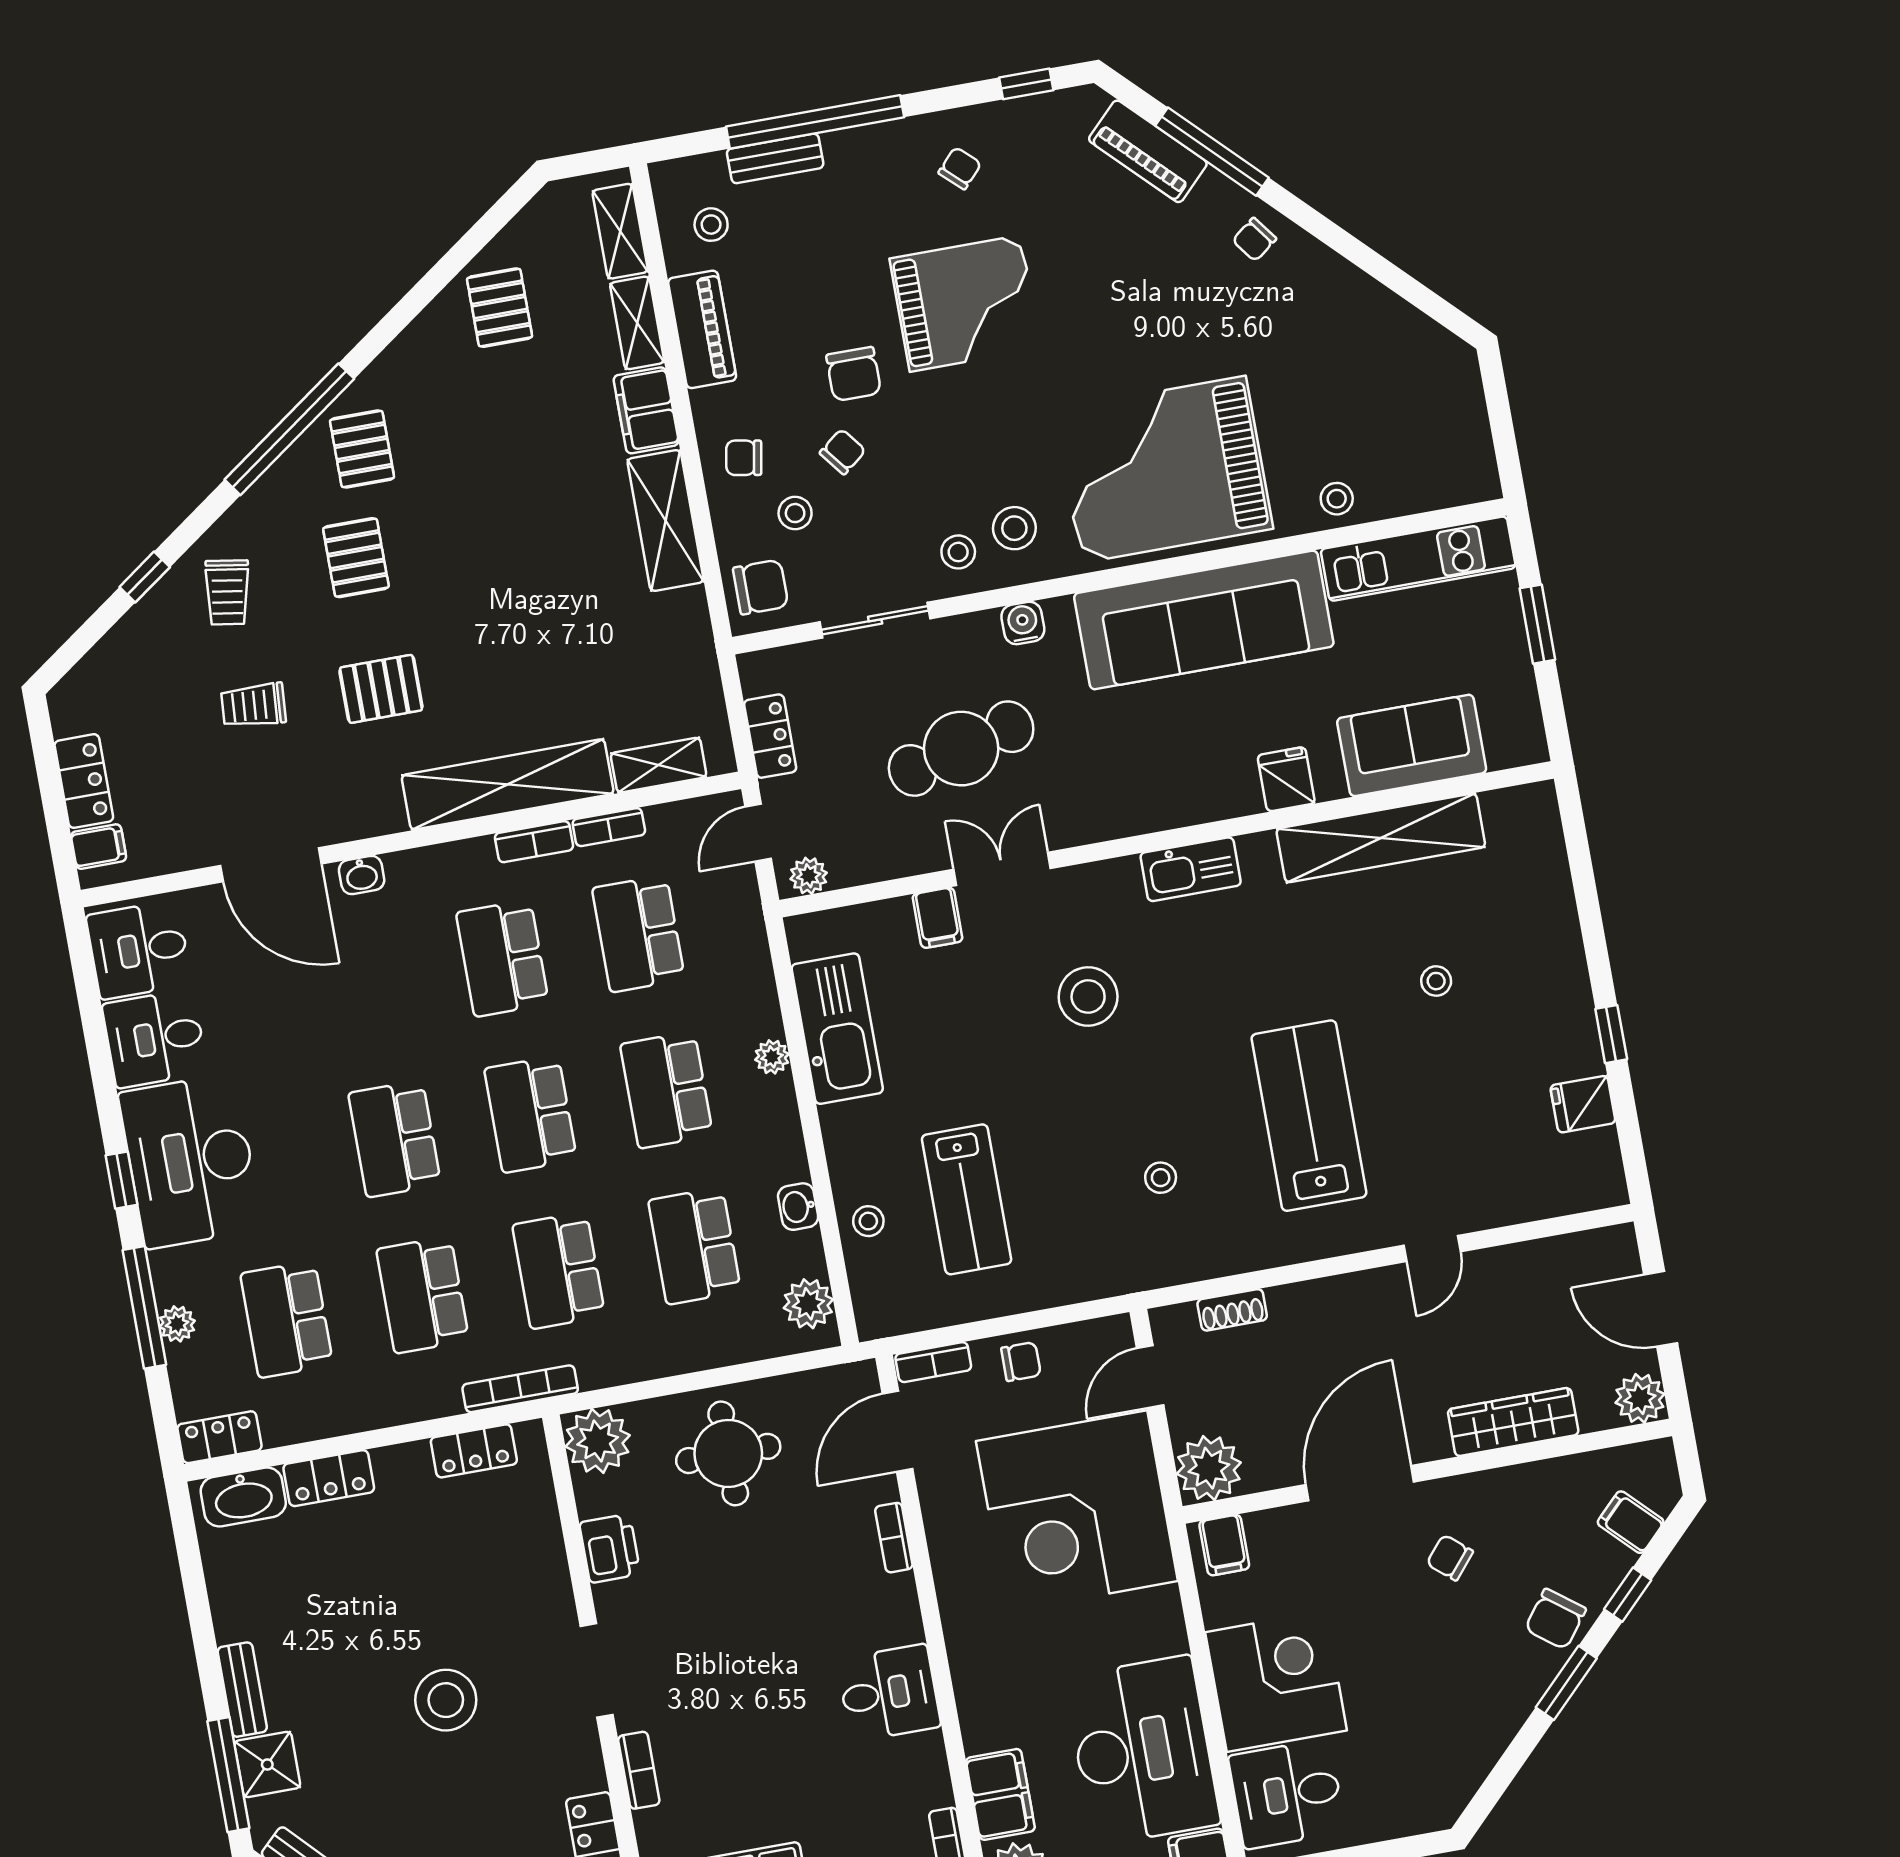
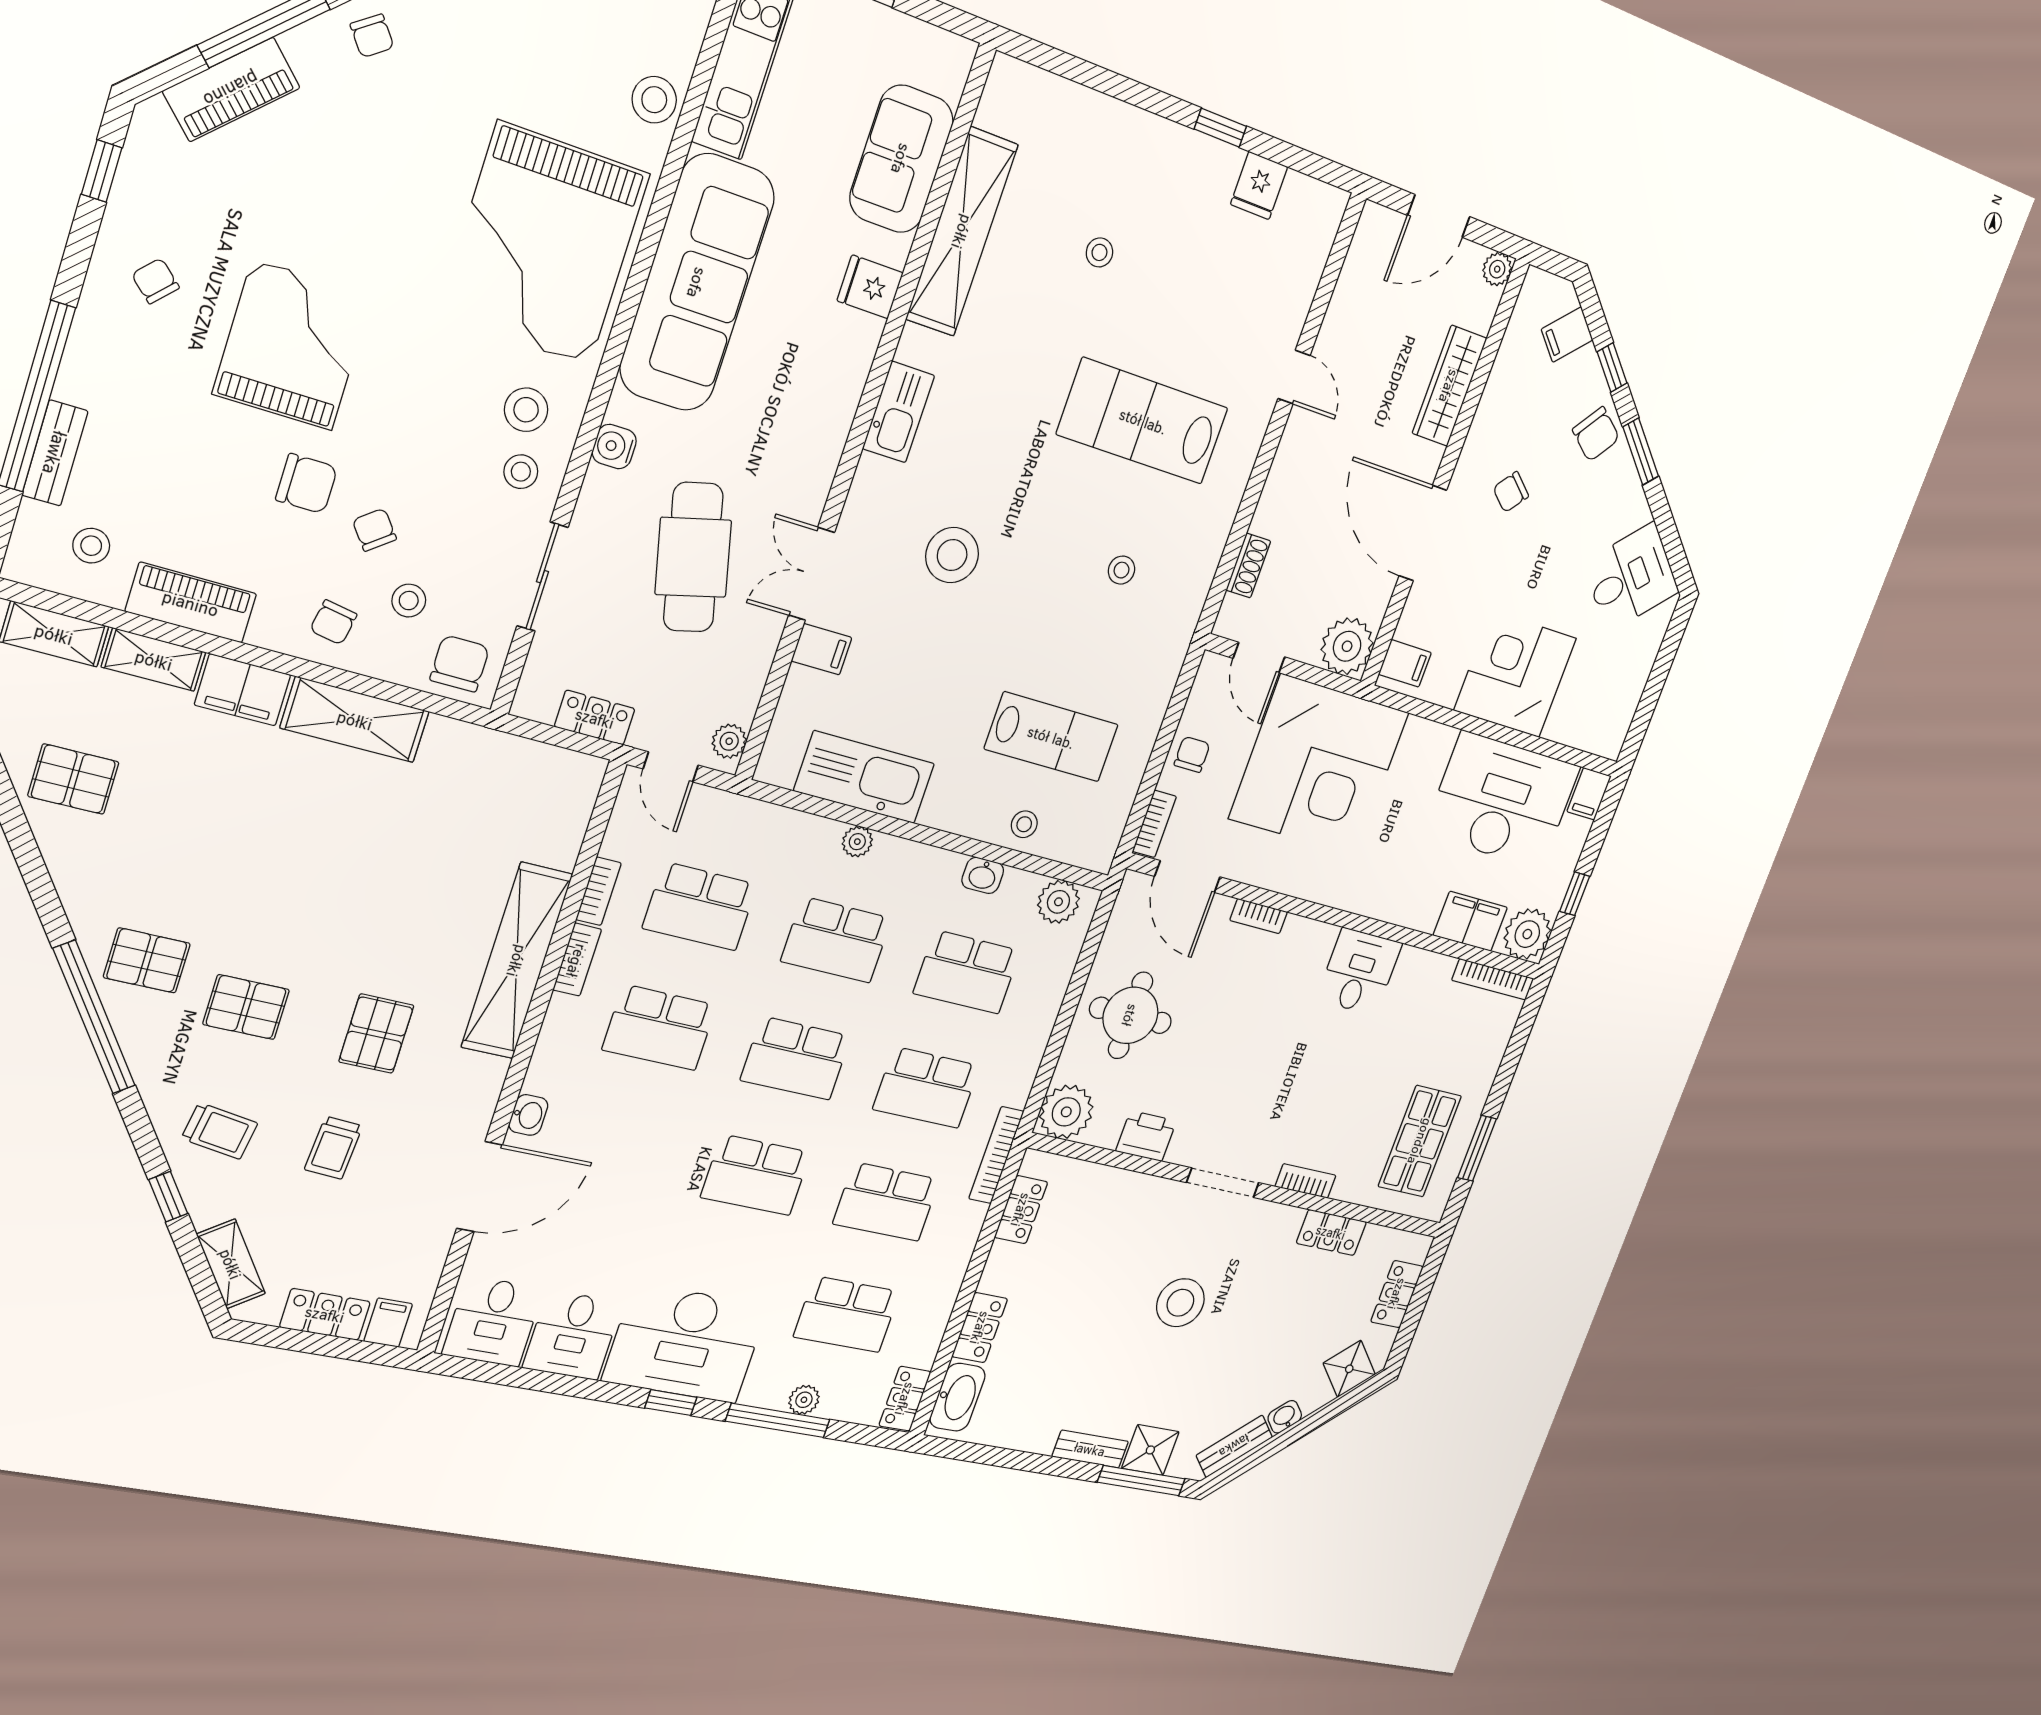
stool: (1337, 499) -> (654, 100), width x1.37, depth x1.37
shelving: (659, 765) -> (231, 1264), moved, turned -35
plant: (1640, 1398) -> (1497, 269), width x0.73, depth x0.73
desk: (1287, 1794) -> (1631, 577), moved, turned -135

